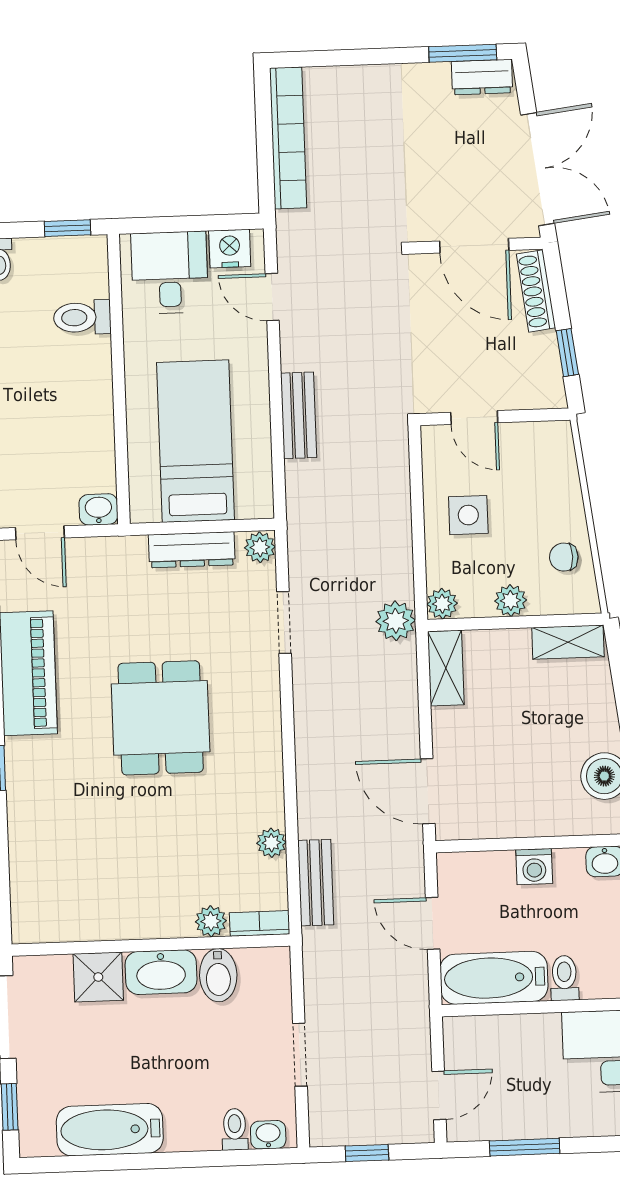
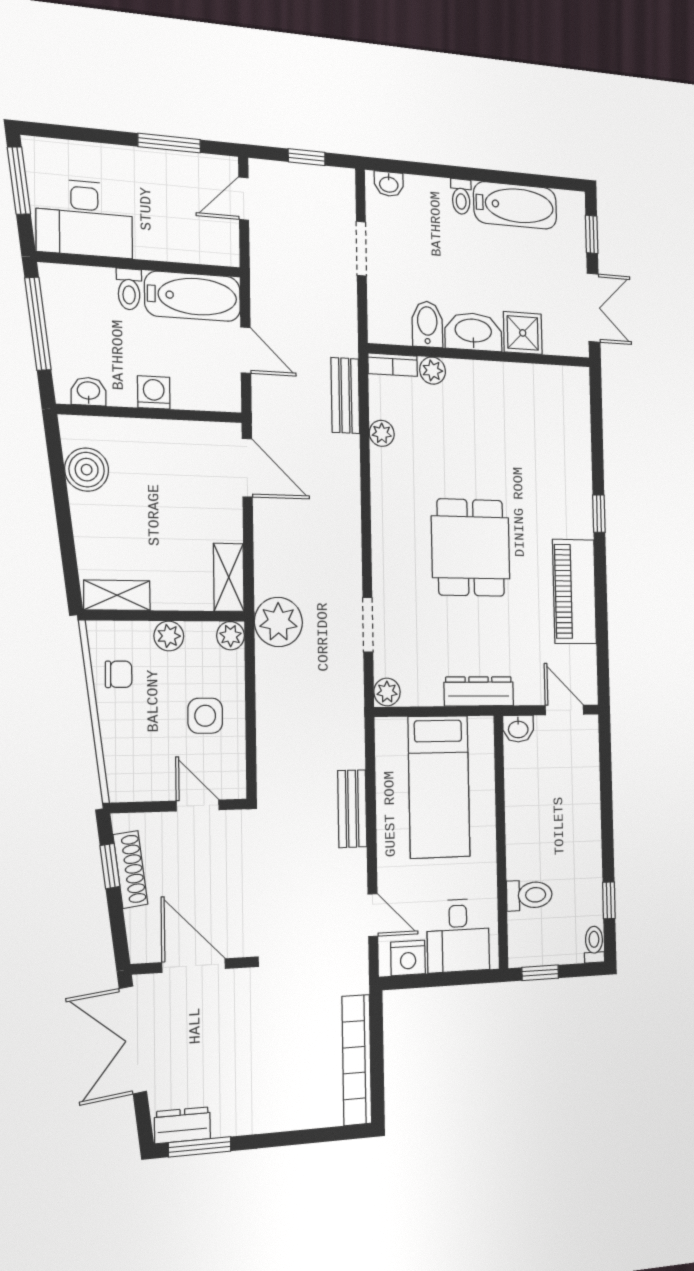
shoe rack: (536, 291) -> (130, 869), moved
dresser: (192, 550) -> (479, 691), moved
plant: (396, 621) -> (278, 622), width x1.36, depth x1.36
toilet: (235, 1129) -> (461, 197), moved

